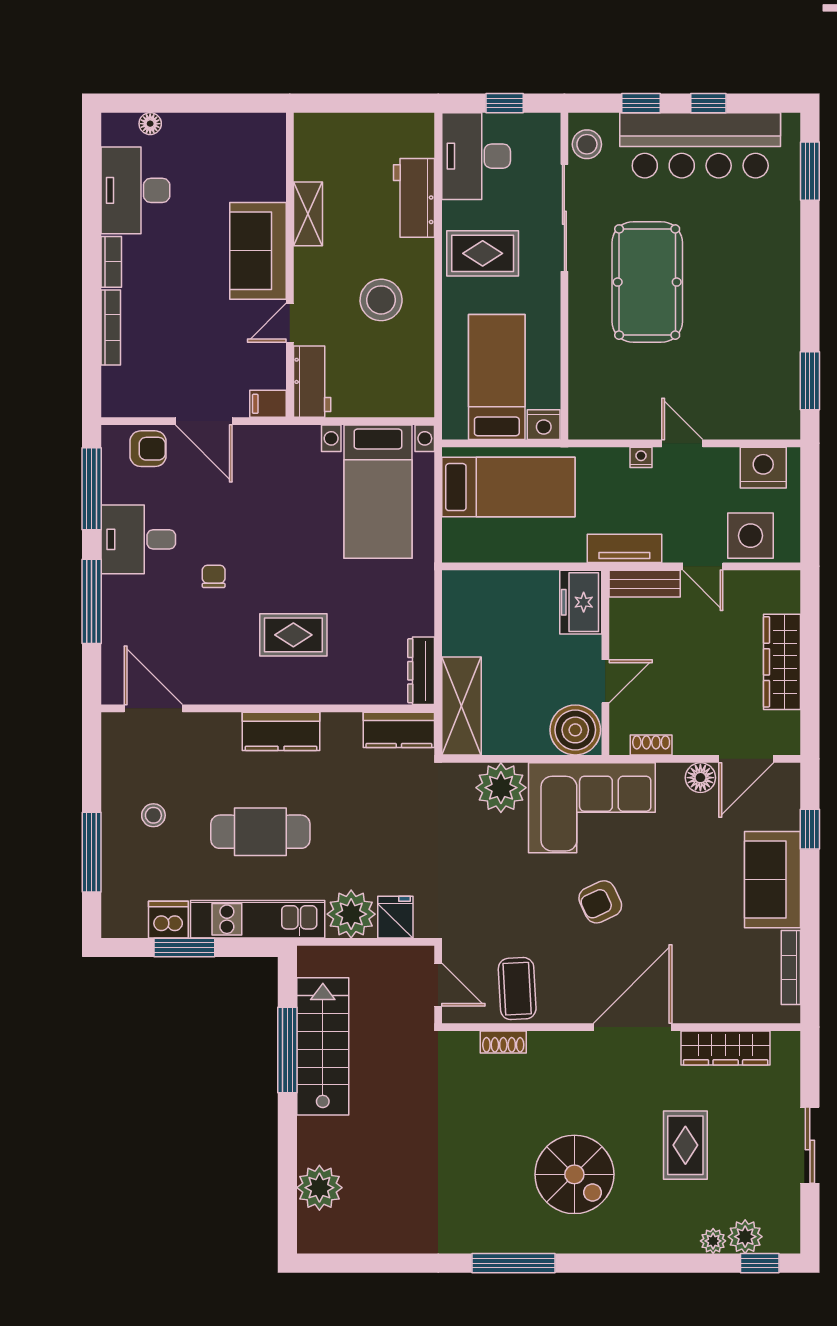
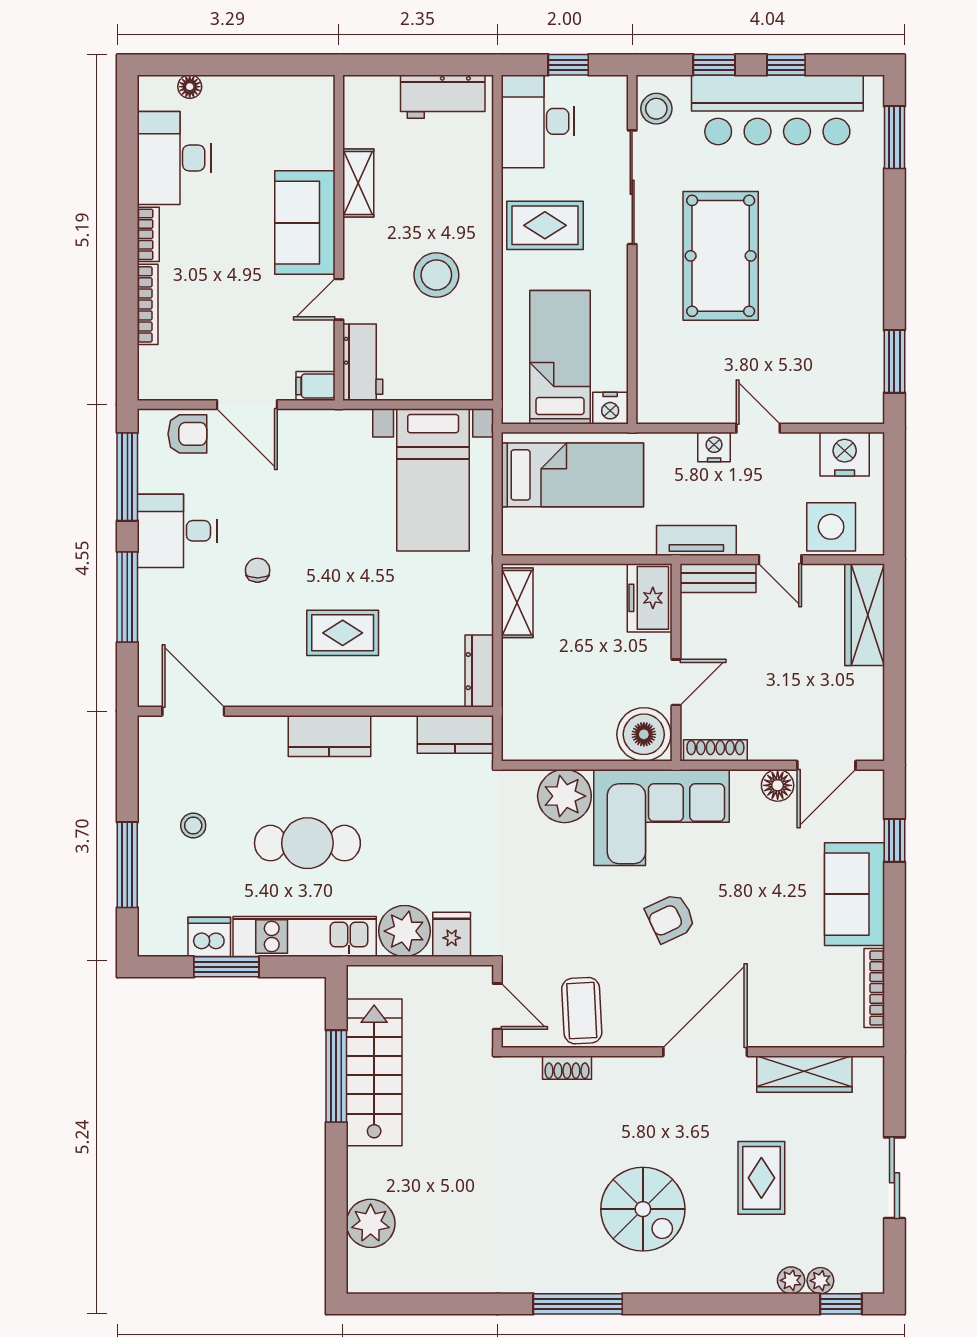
workbench: (414, 198) -> (443, 97), moved, turned -90
nightstand: (641, 457) -> (714, 447), width x1.39, depth x1.35
wardrobe: (782, 662) -> (865, 615), moved
shelving: (462, 706) -> (517, 603), moved, width x0.67, depth x0.75
shoe rack: (651, 745) -> (715, 750), width x1.43
plant: (745, 1237) -> (820, 1281), width x0.73, depth x0.73

